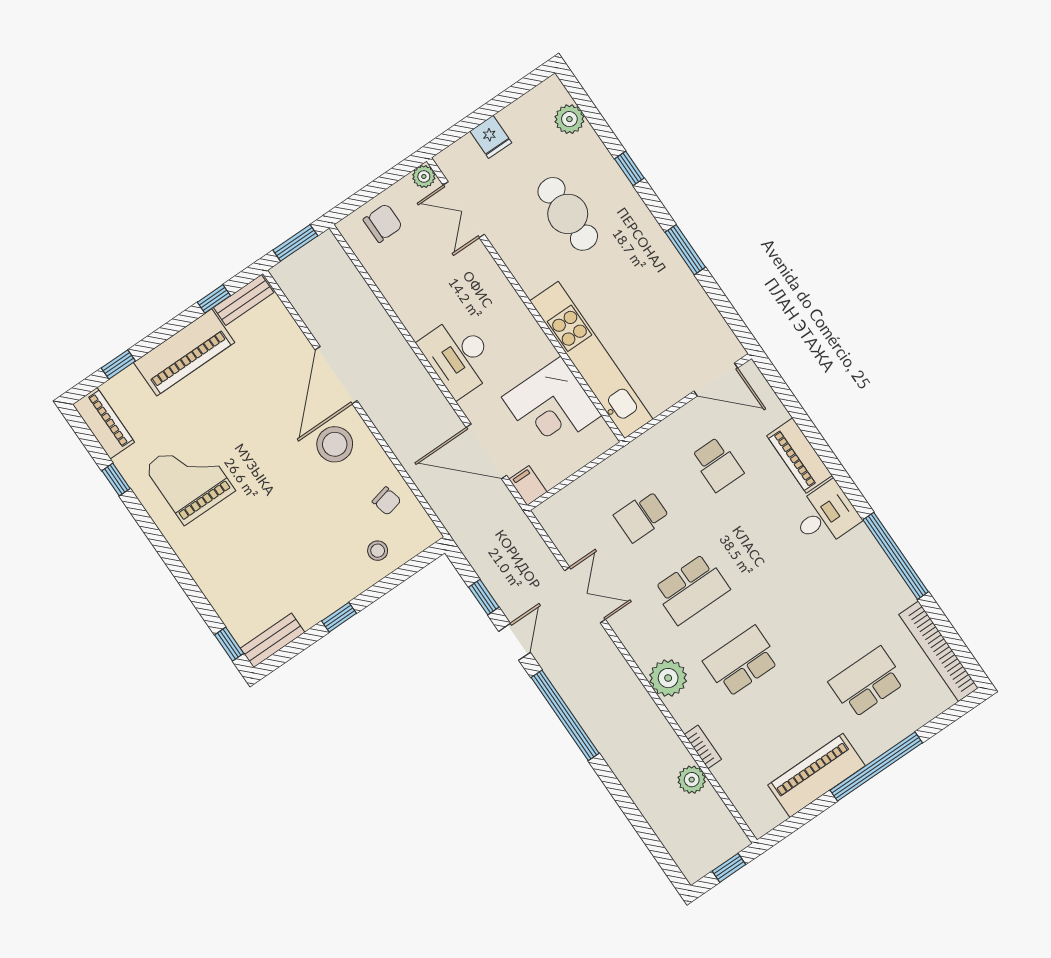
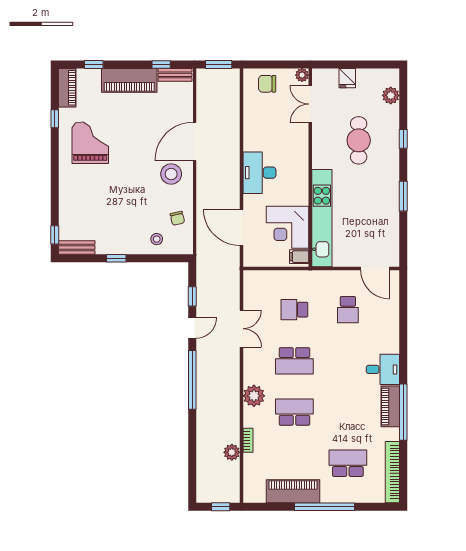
chair: (383, 223) -> (267, 84), turned 180
piano: (800, 456) -> (390, 406), moved
filing cabinet: (528, 486) -> (299, 257), moved, turned -90

